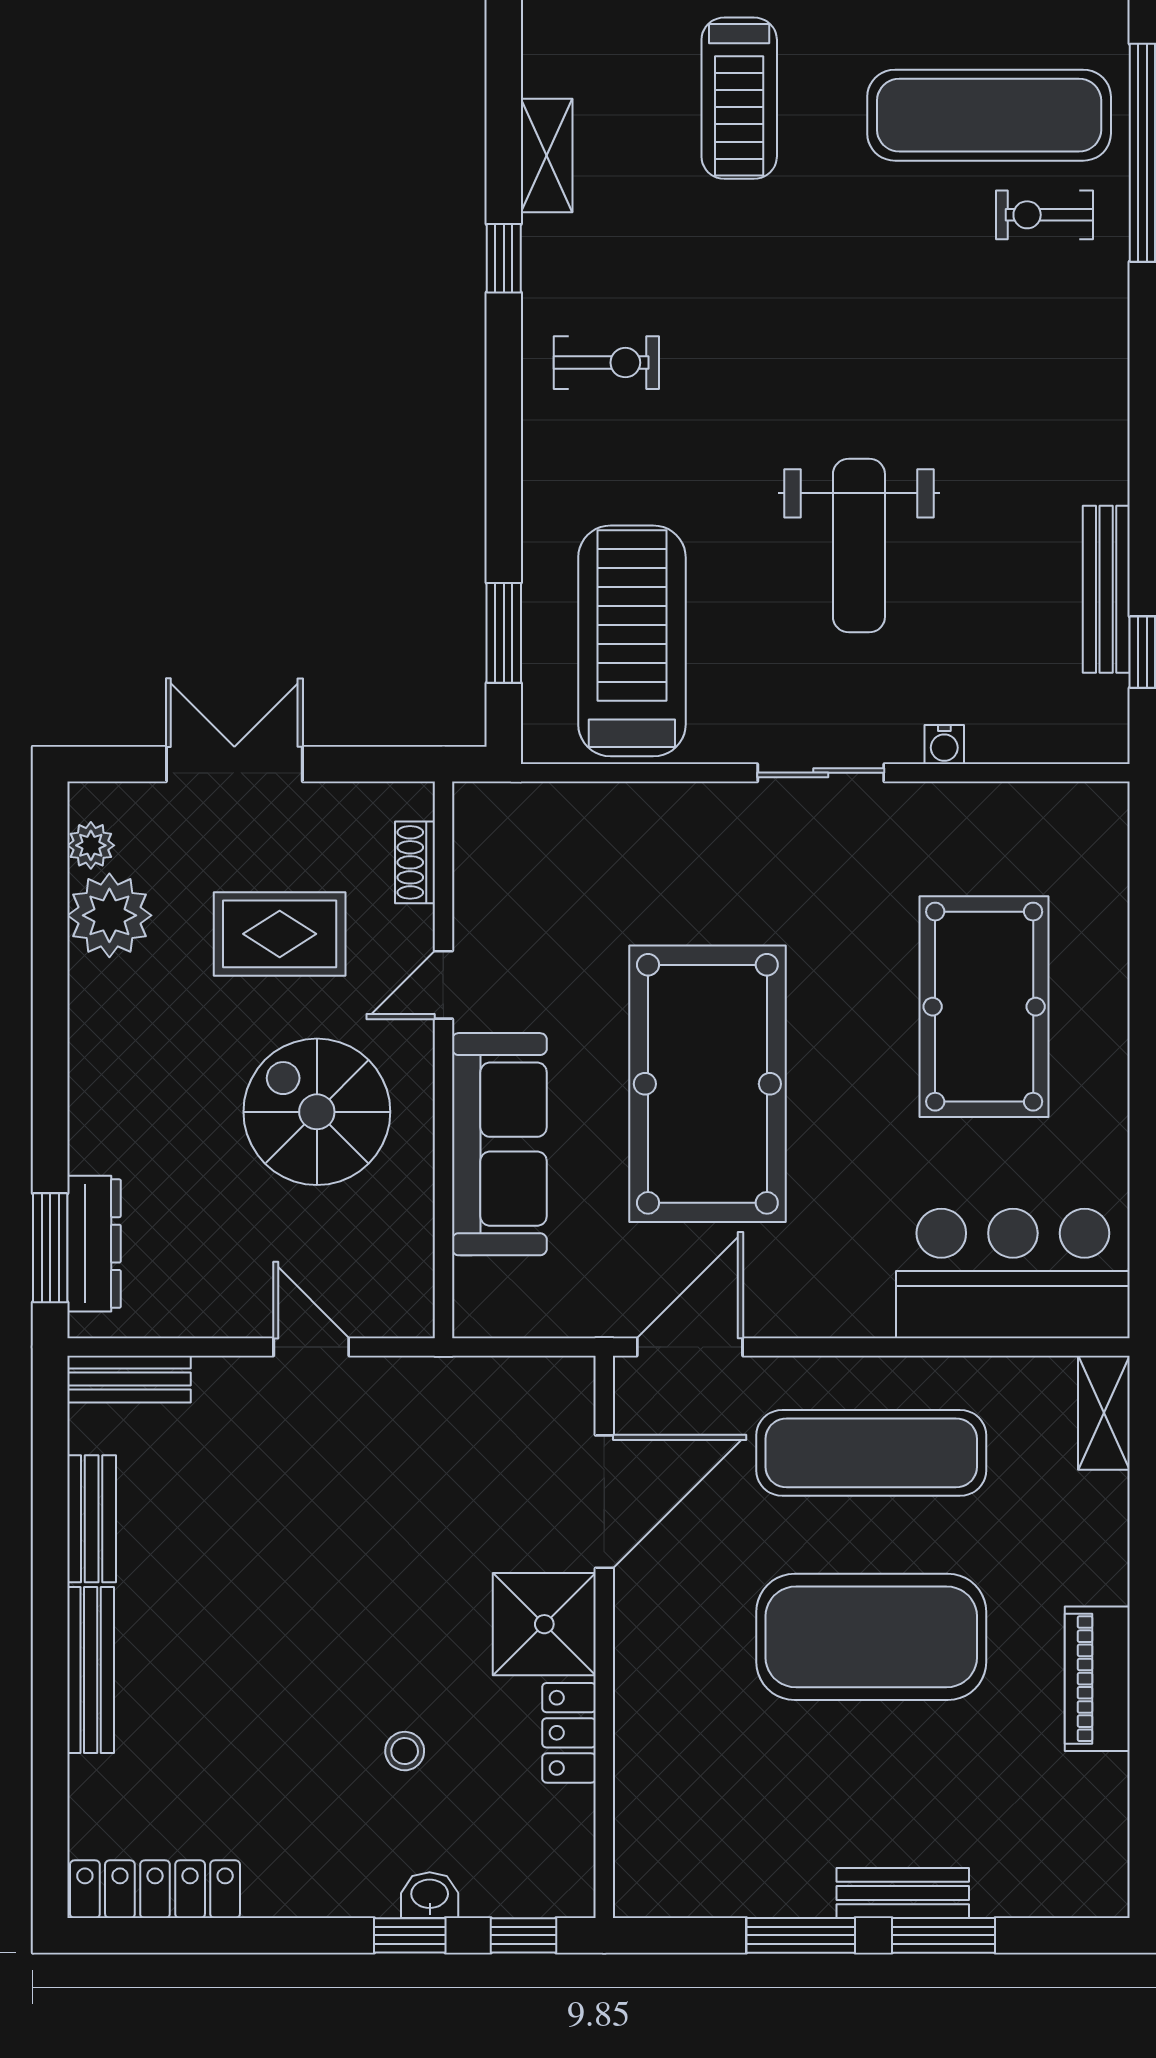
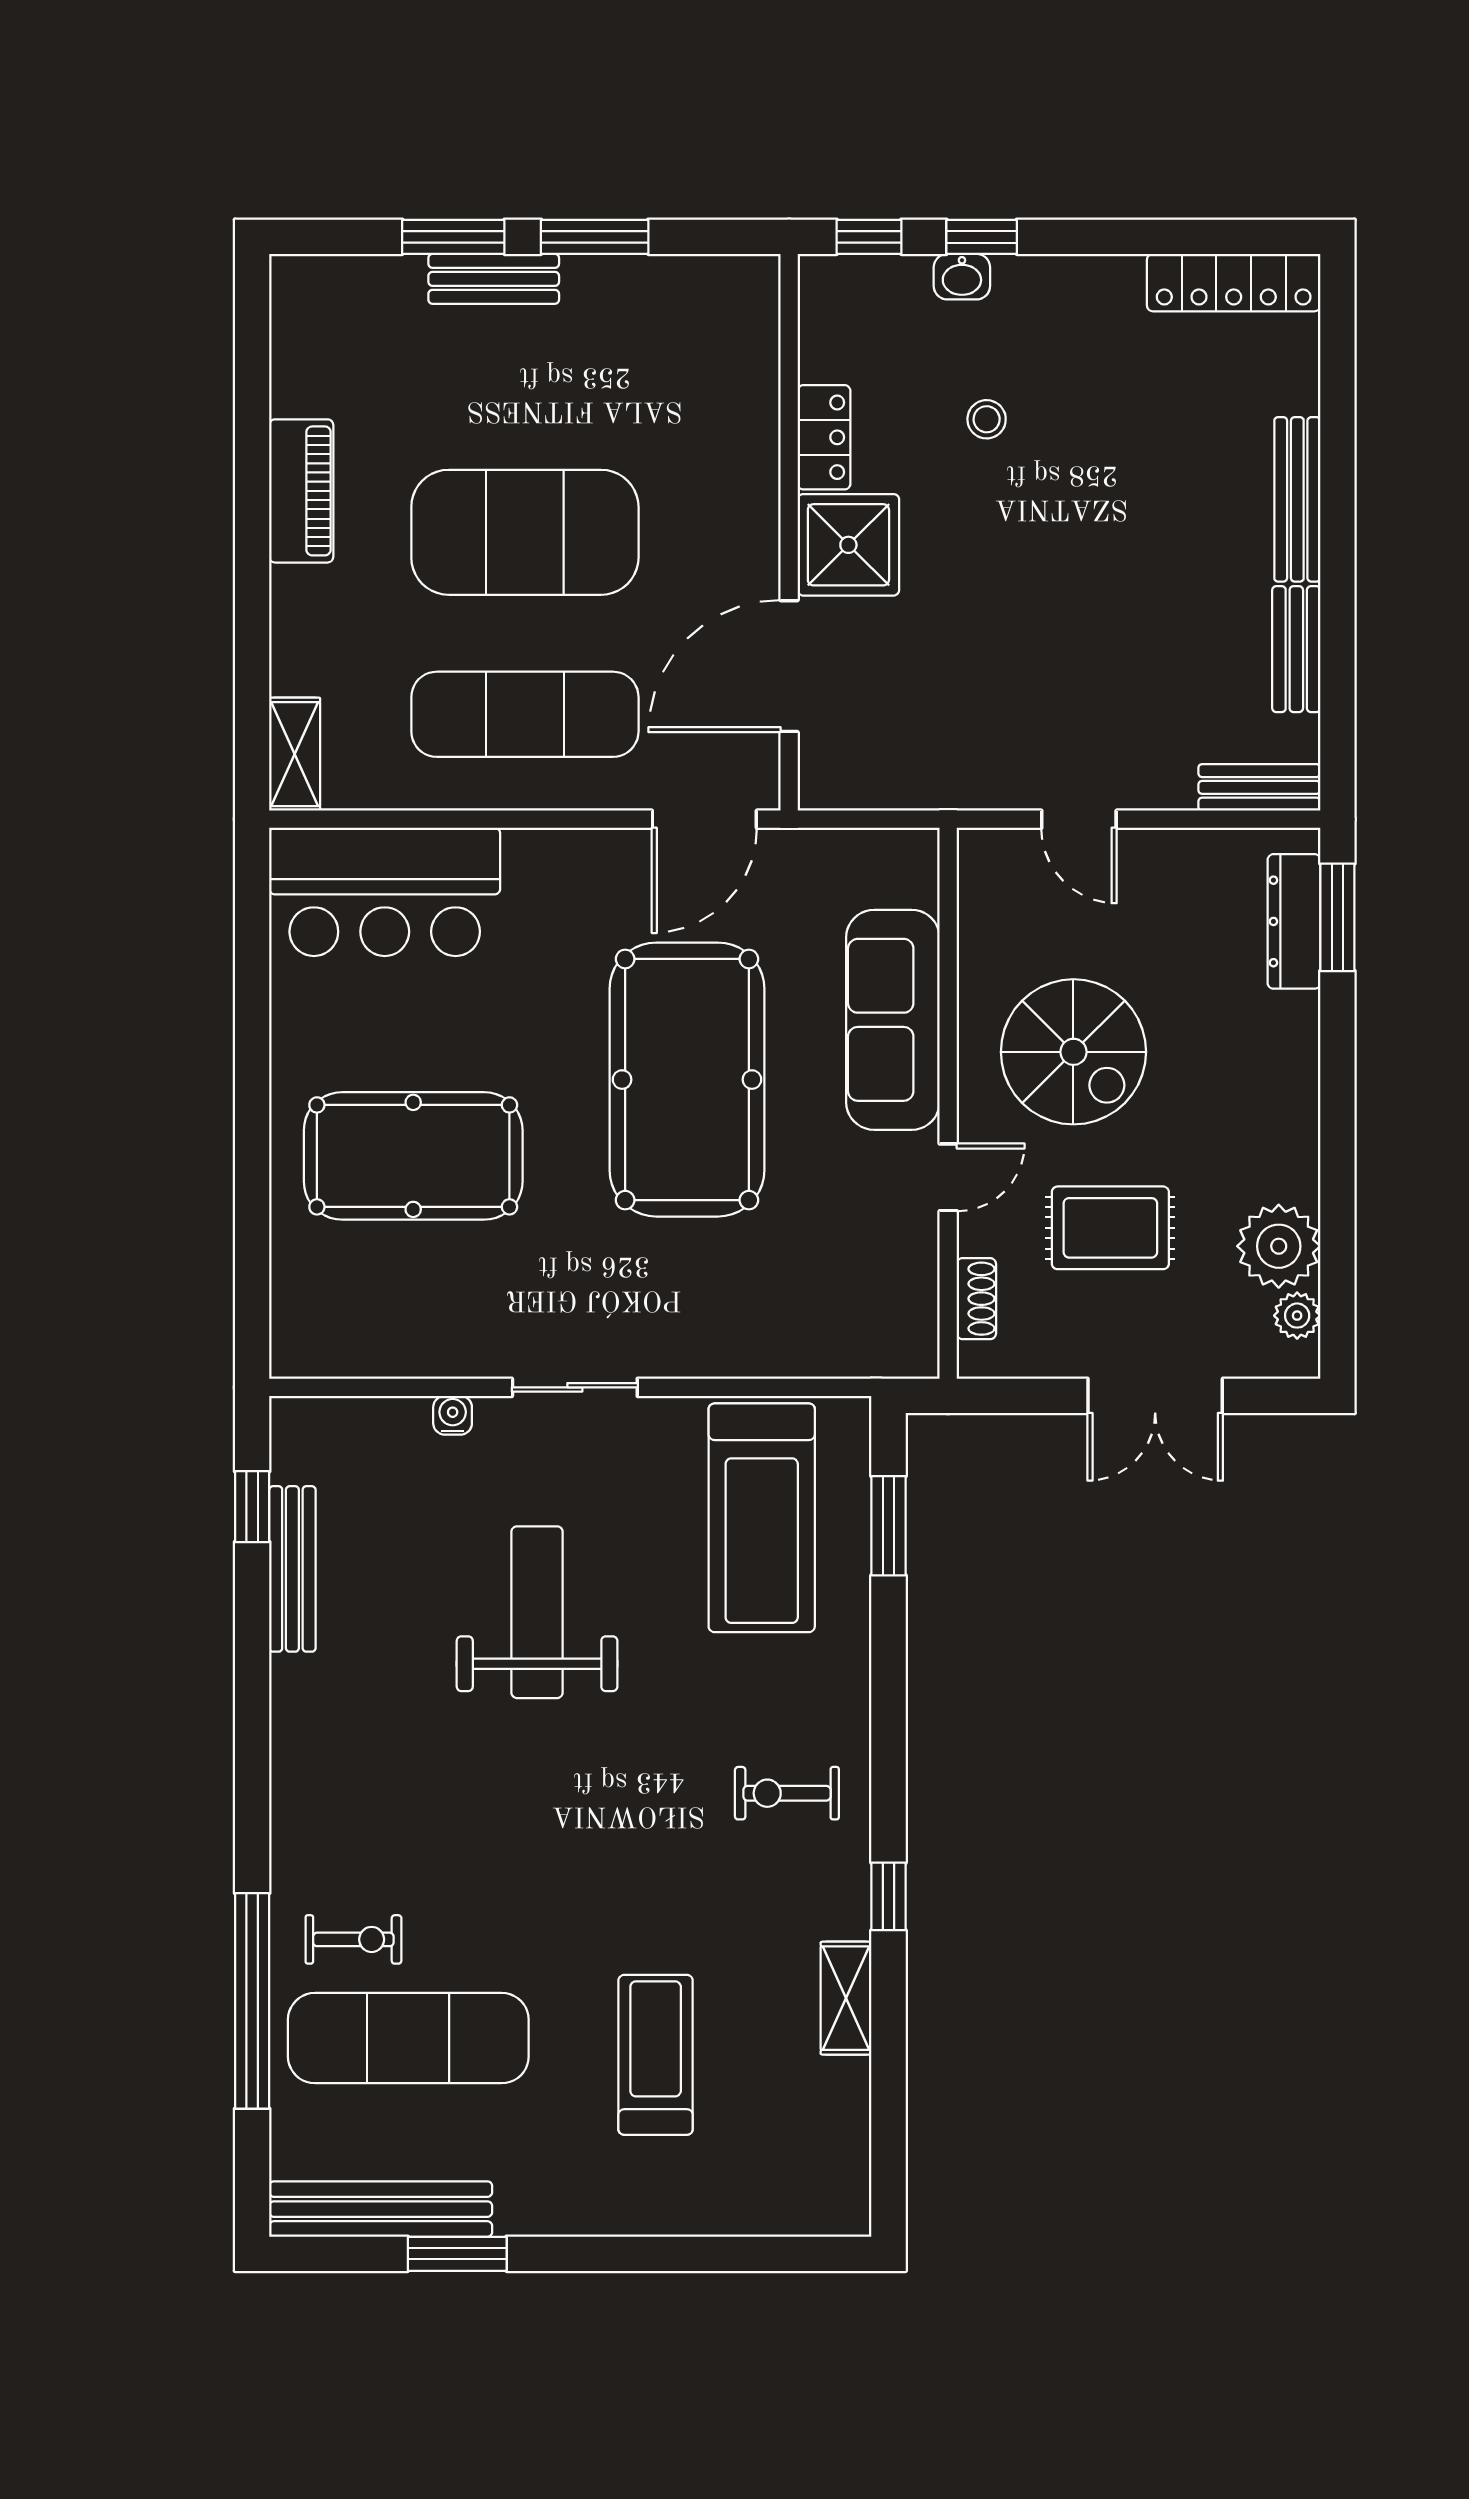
pool table: (984, 1007) -> (413, 1156), turned 90

